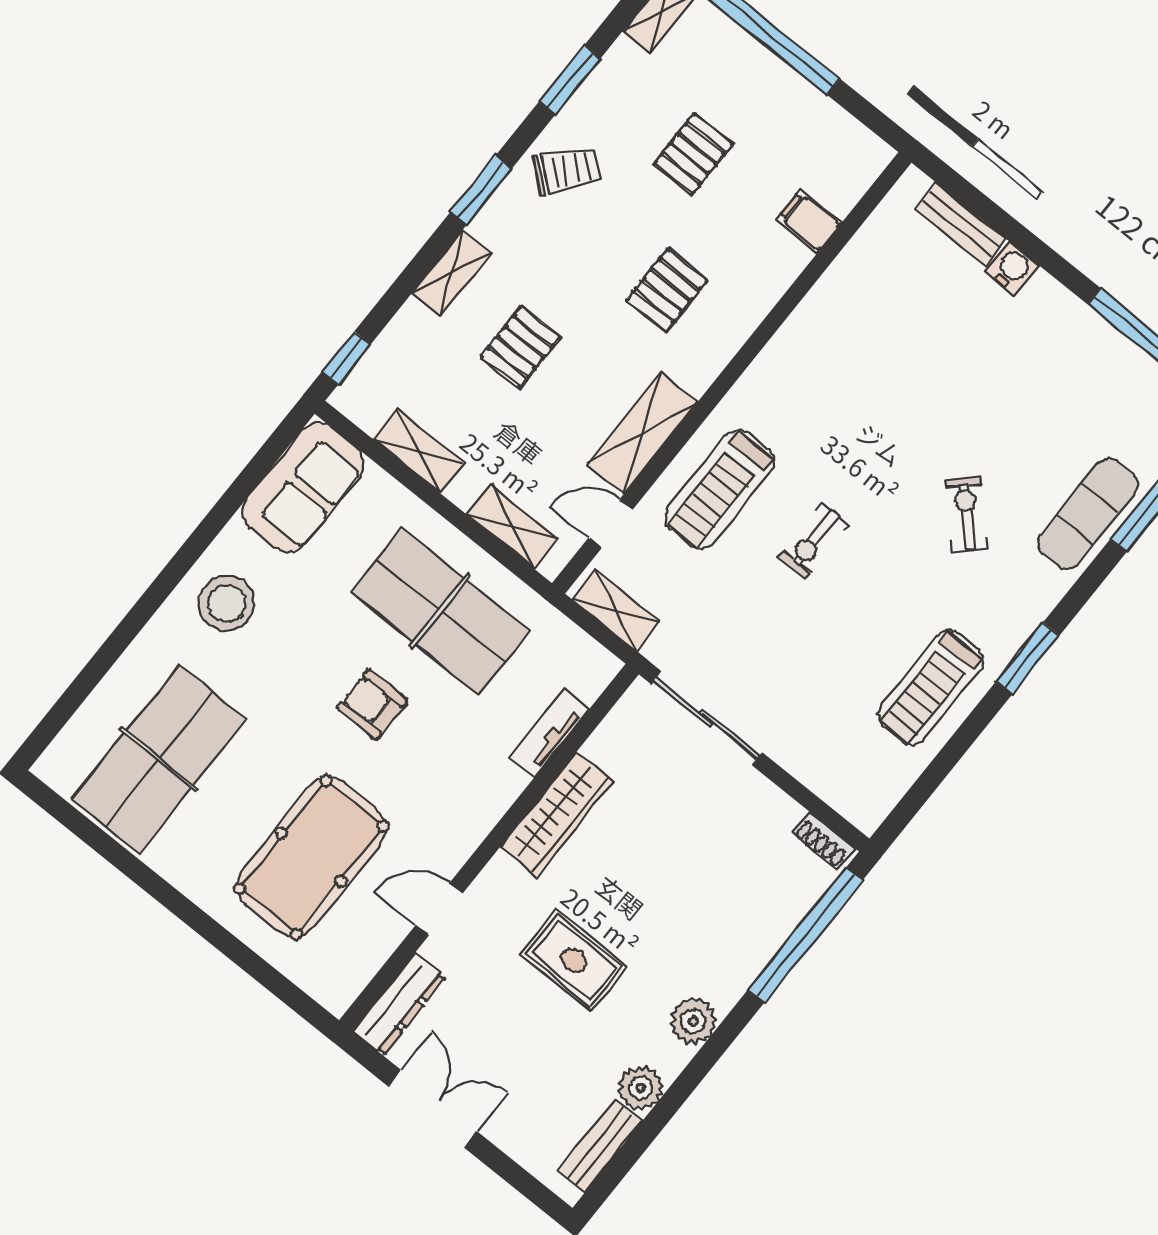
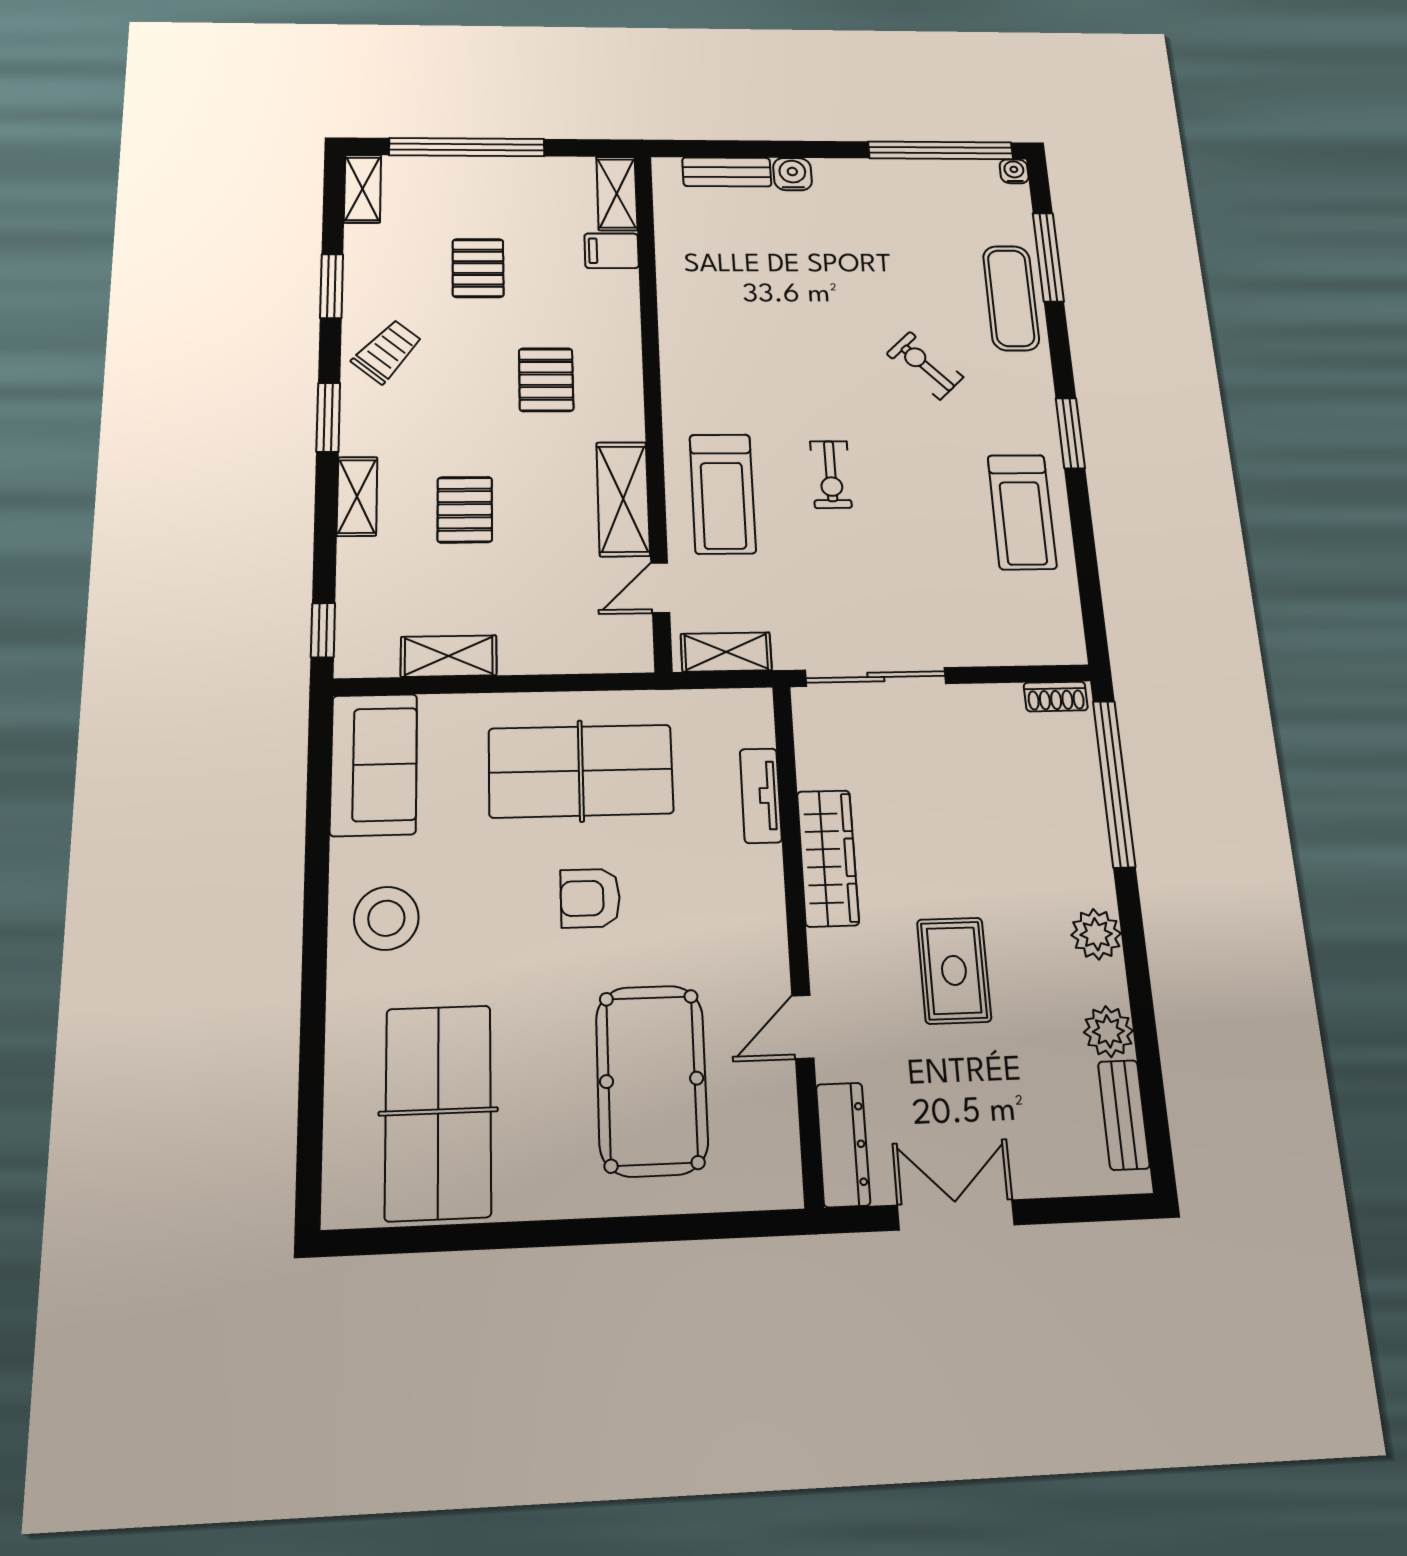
shelving: (512, 527) -> (617, 193), moved, turned 90
rug: (574, 960) -> (954, 970), turned 90

